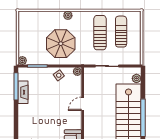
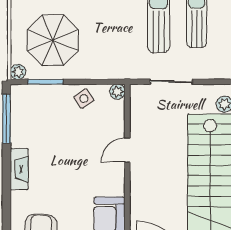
parasol: (61, 44) -> (53, 40), moved
fireplace: (23, 92) -> (19, 169), moved

